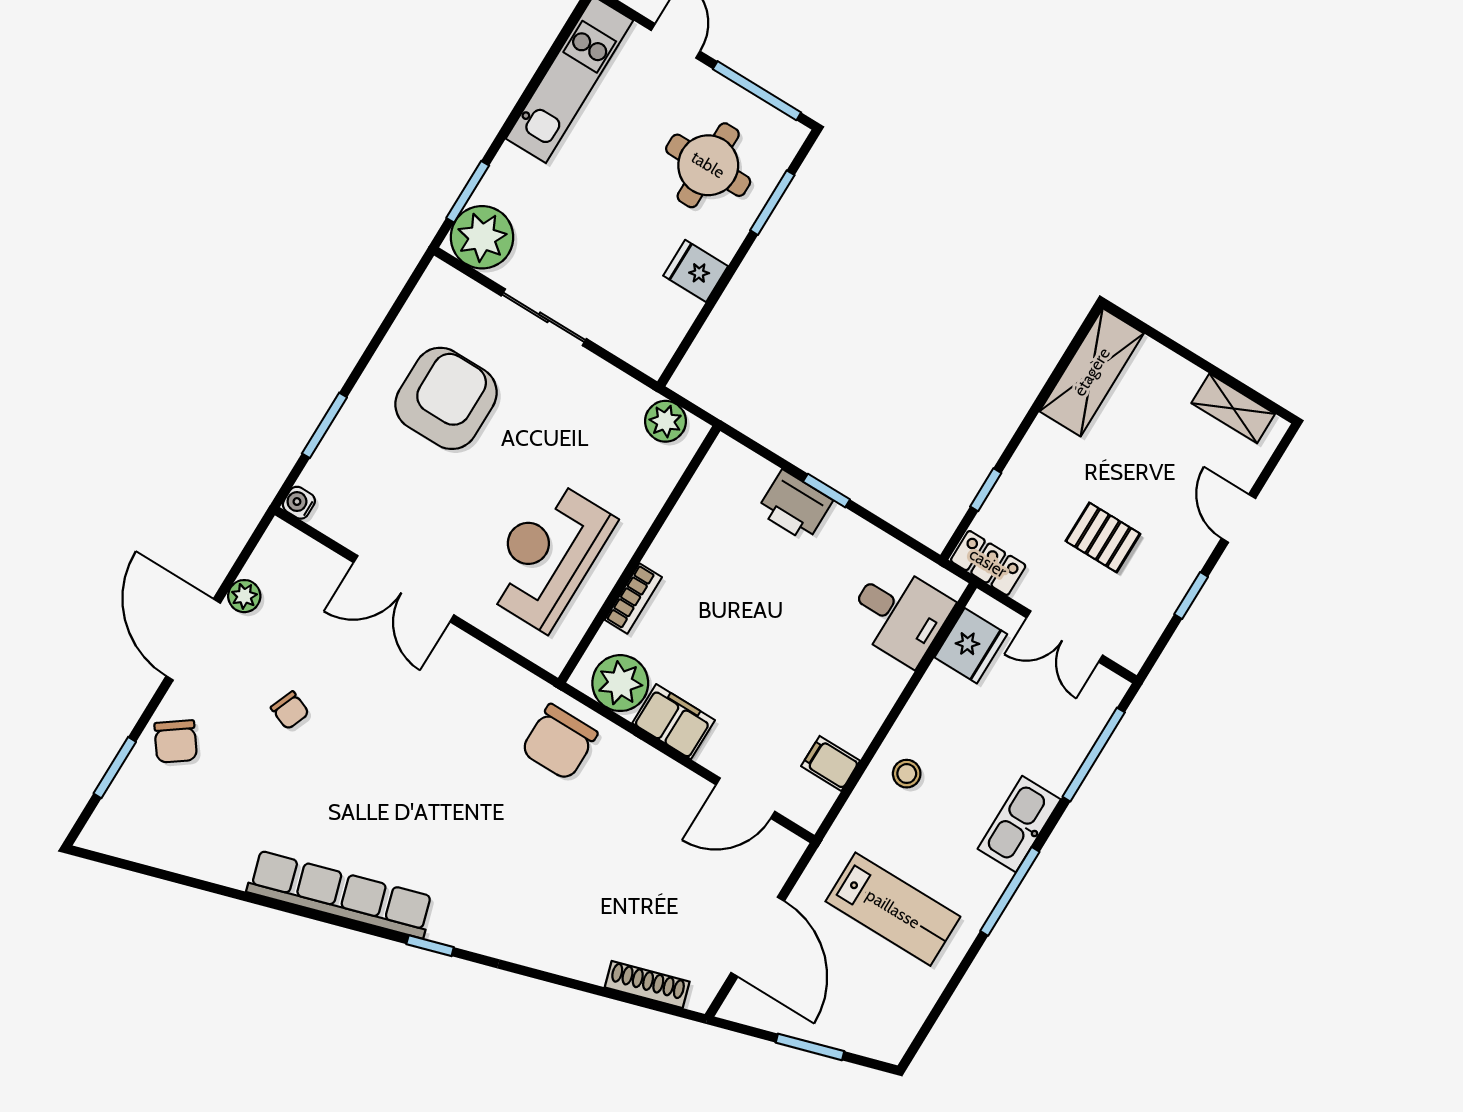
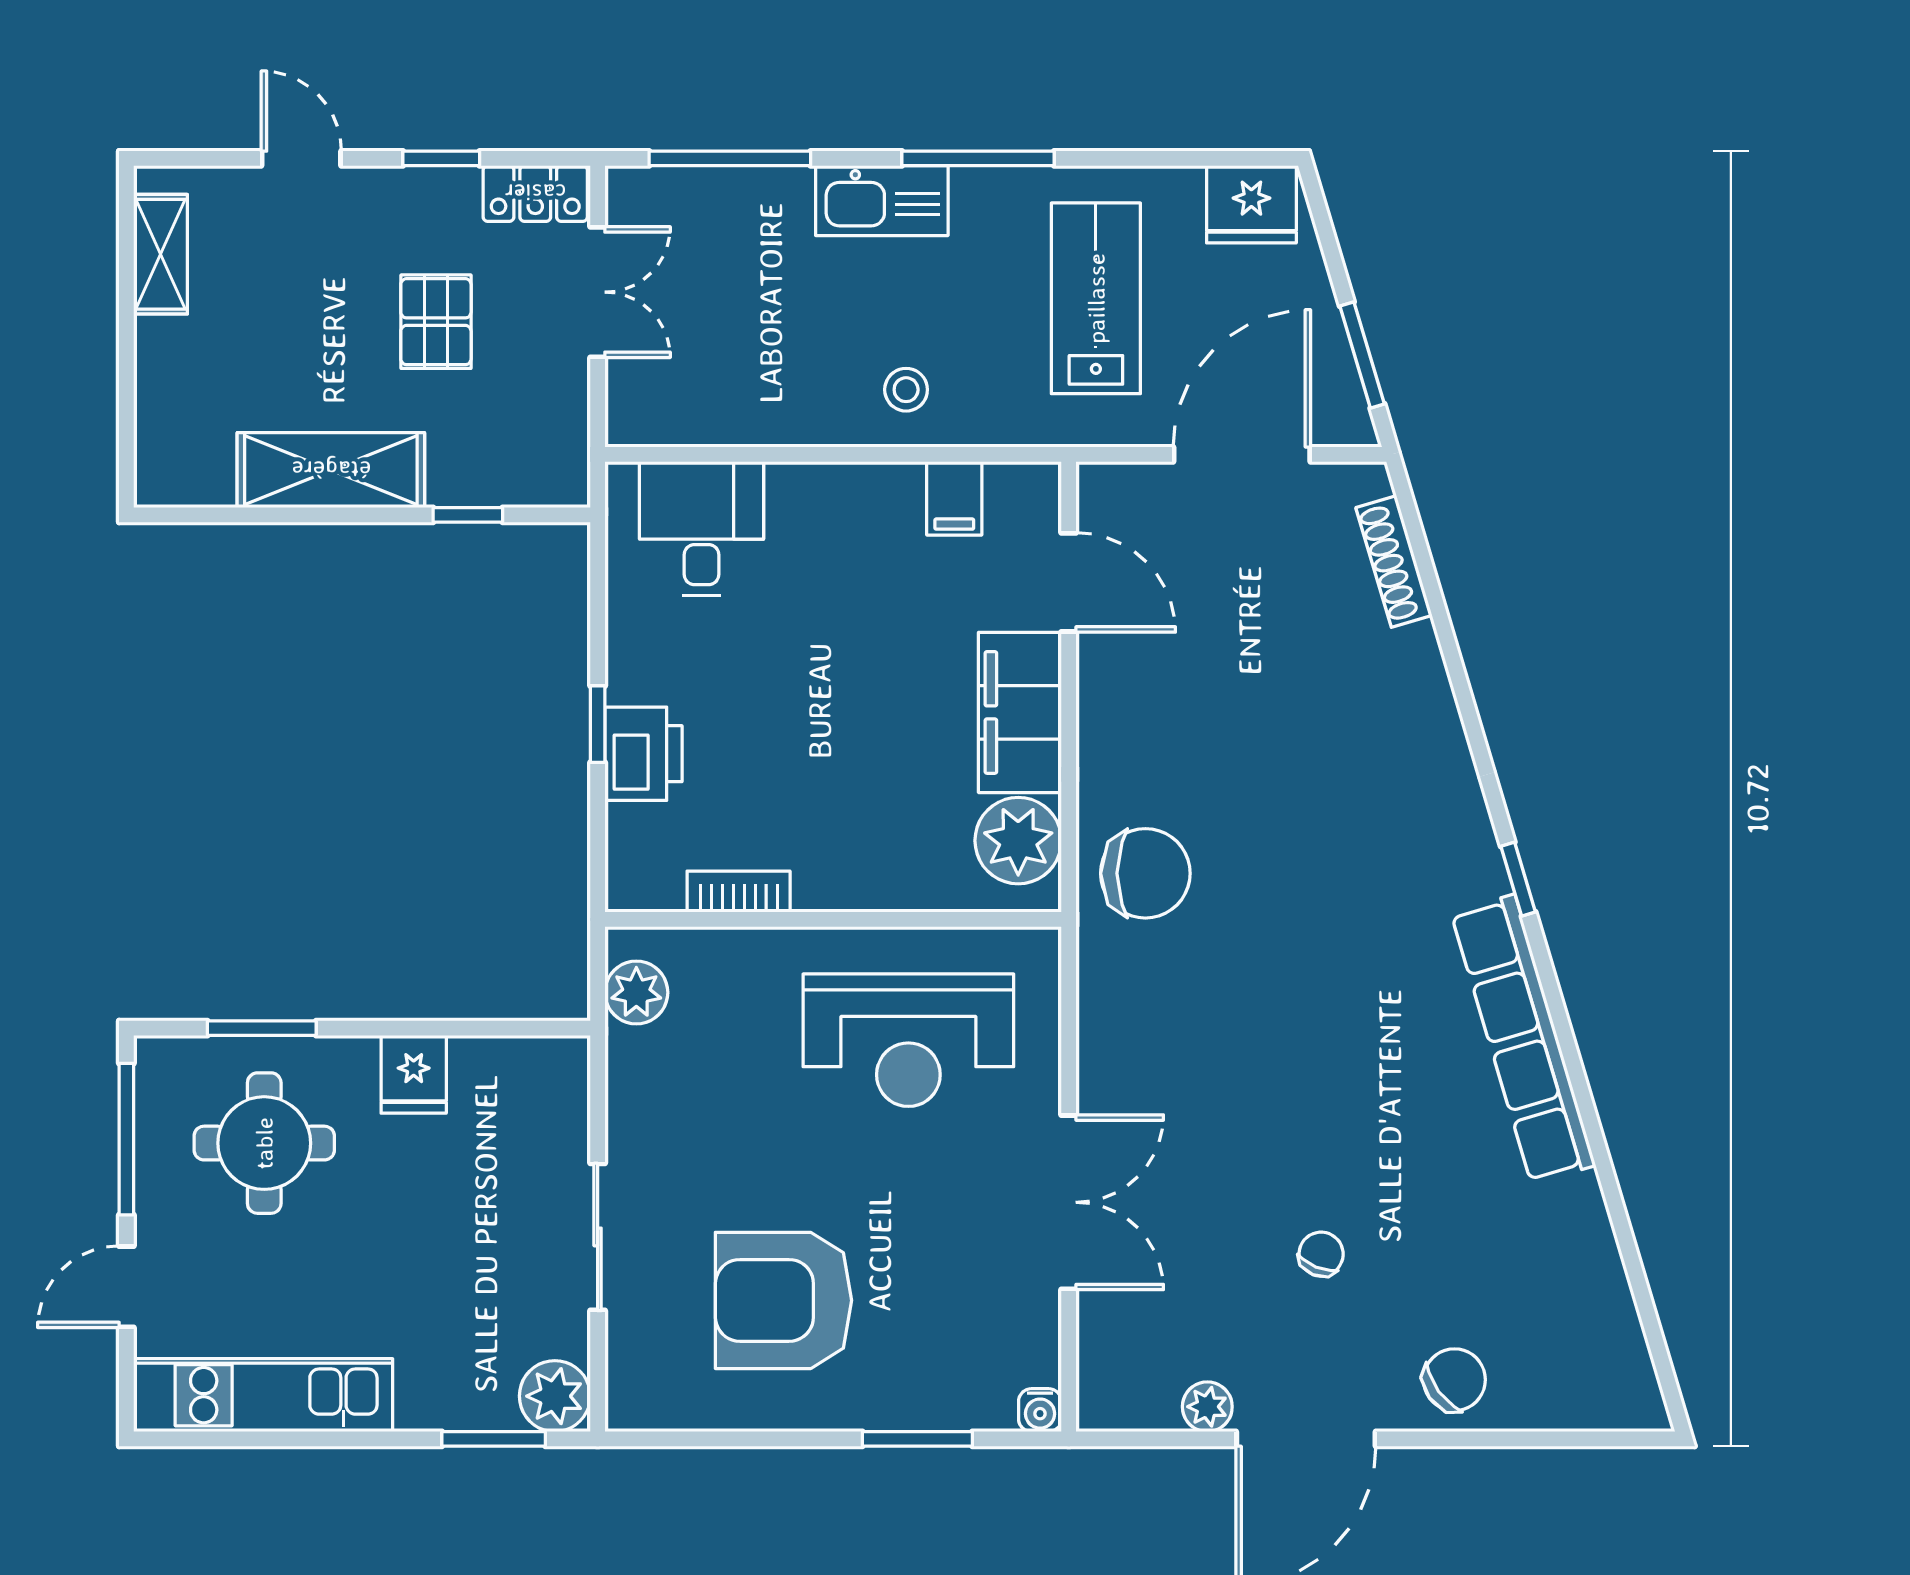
plant: (482, 237) -> (555, 1396), width x0.73, depth x0.73
shelving: (1092, 372) -> (331, 470), moved
door: (1238, 518) -> (301, 158), swing flipped
locker: (988, 563) -> (535, 193), moved, turned -90
bookcase: (633, 599) -> (739, 892), moved
fridge: (971, 646) -> (1251, 204), moved, turned 180
filing cabinet: (674, 722) -> (1020, 712), width x1.50, depth x1.17
window: (115, 768) -> (1538, 1439), removed
window: (810, 1047) -> (1362, 355), moved

